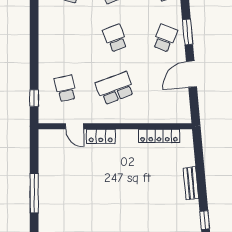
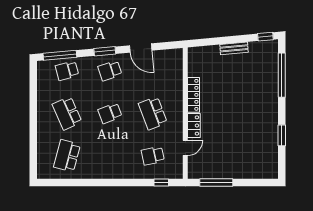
school desk: (165, 38) -> (110, 71), turned -39
locker: (159, 136) -> (193, 95), moved
window: (34, 193) -> (216, 182), moved

